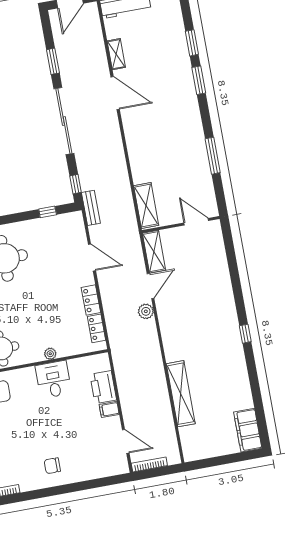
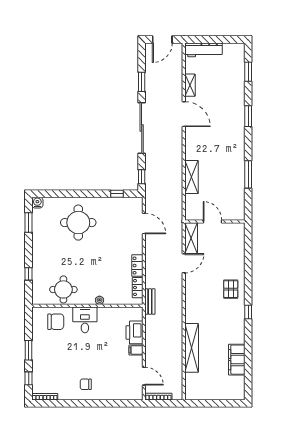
window: (192, 43) -> (248, 72), moved
shelving: (146, 205) -> (192, 177), moved
bench: (91, 208) -> (150, 302), moved
door: (196, 222) -> (212, 221), moved
door: (92, 257) -> (144, 223), moved
pallet: (217, 308) -> (231, 289), added
plant: (146, 311) -> (177, 282), removed
desk: (53, 379) -> (85, 320), moved
filing cabinet: (248, 430) -> (237, 360), moved

